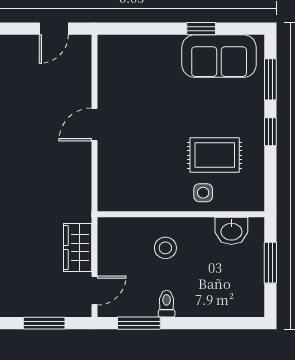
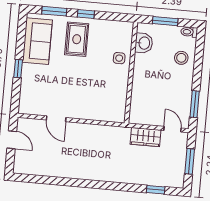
window: (201, 29) -> (18, 69), moved
door: (94, 124) -> (56, 119), moved
rug: (215, 155) -> (77, 39), moved
stool: (165, 248) -> (181, 58), moved
toilet: (167, 304) -> (189, 32), moved

